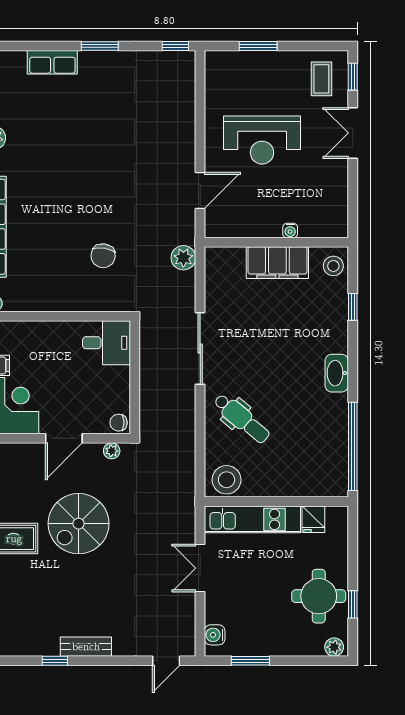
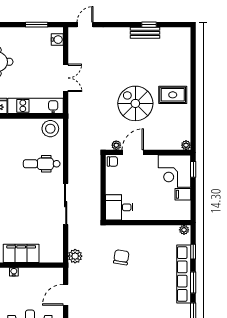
dental chair: (242, 419) -> (42, 164), turned -40
door: (64, 438) -> (133, 152), moved
spiral stairs: (79, 524) -> (135, 103), turned -90
bench: (86, 647) -> (145, 33), moved

